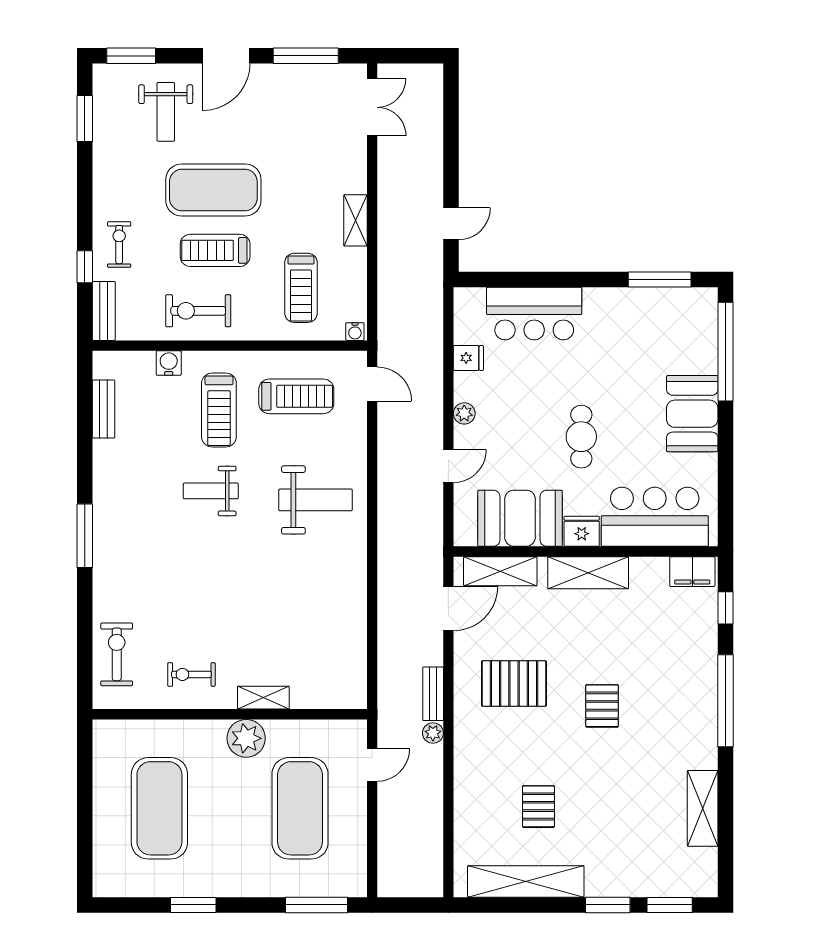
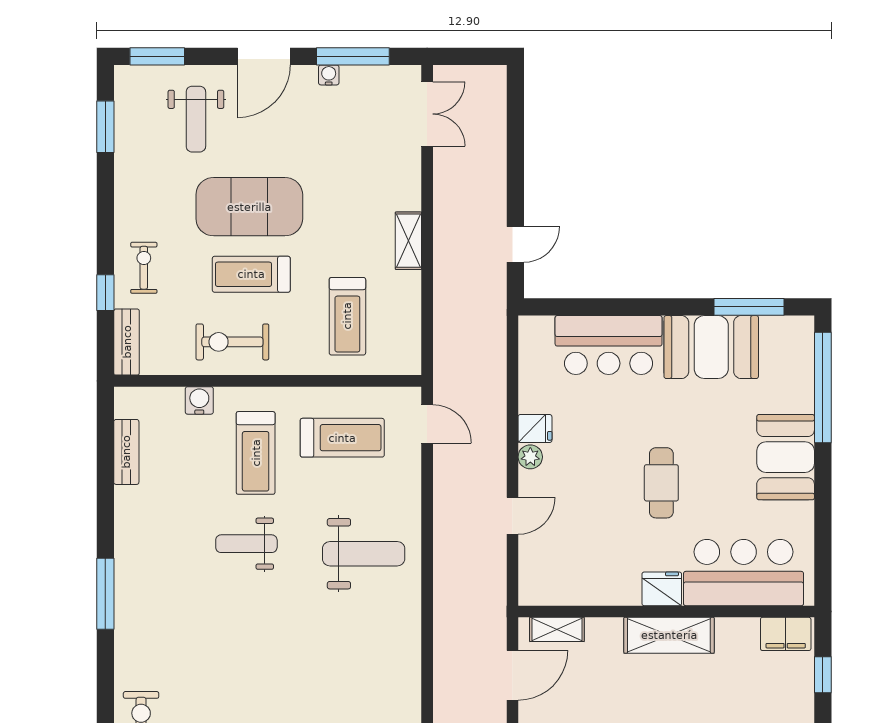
water cooler: (355, 332) -> (329, 75), moved, turned 180
fridge: (468, 358) -> (535, 428), moved
booth: (520, 518) -> (711, 347), moved
shelving: (500, 571) -> (557, 629), width x0.67, depth x0.75

